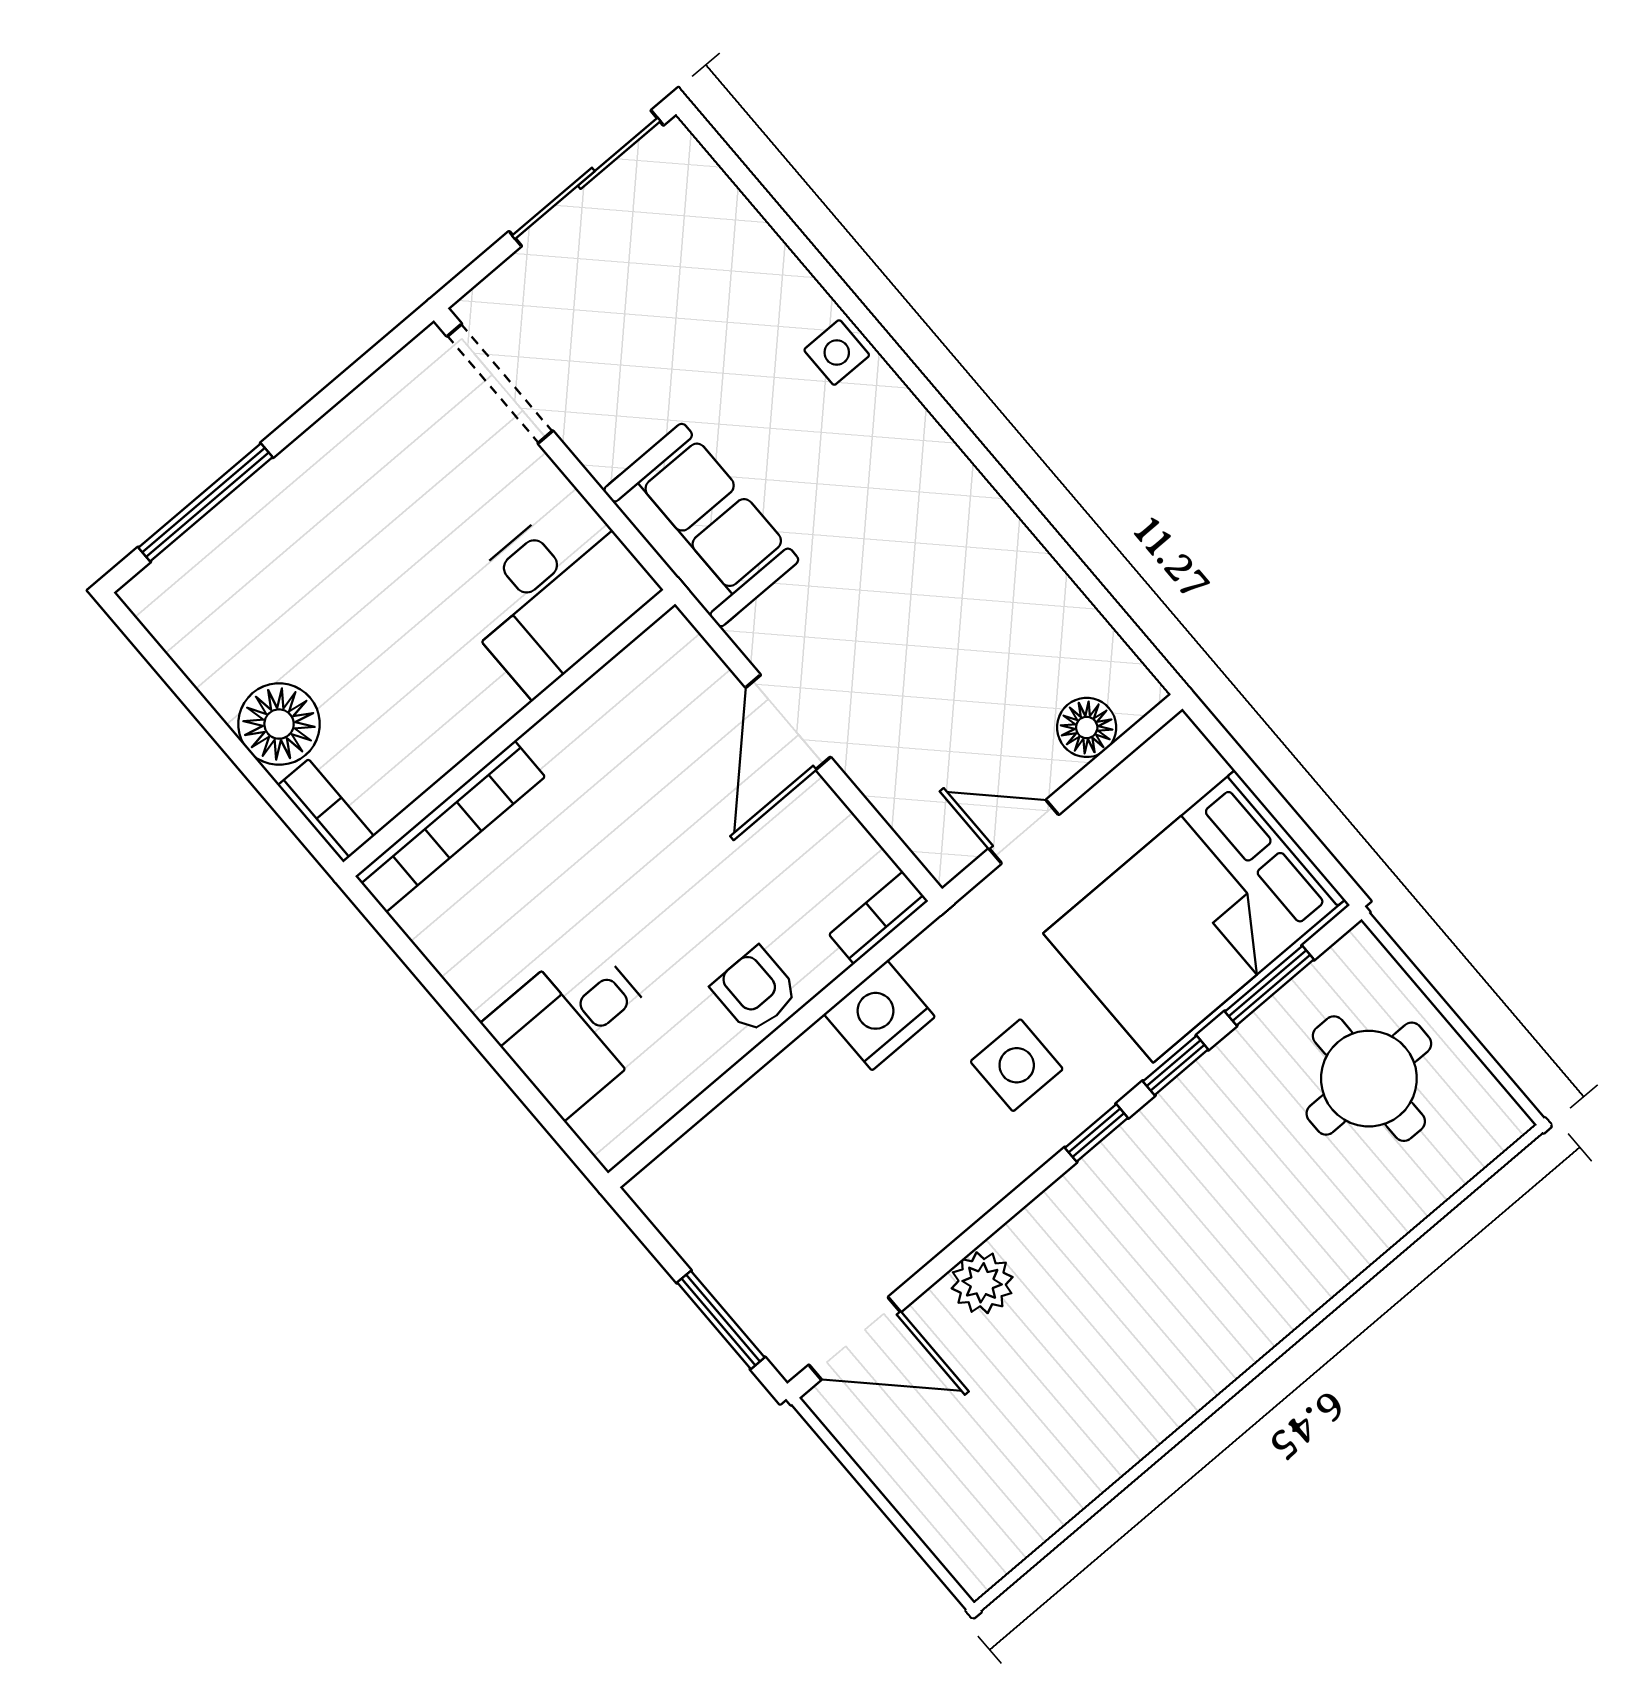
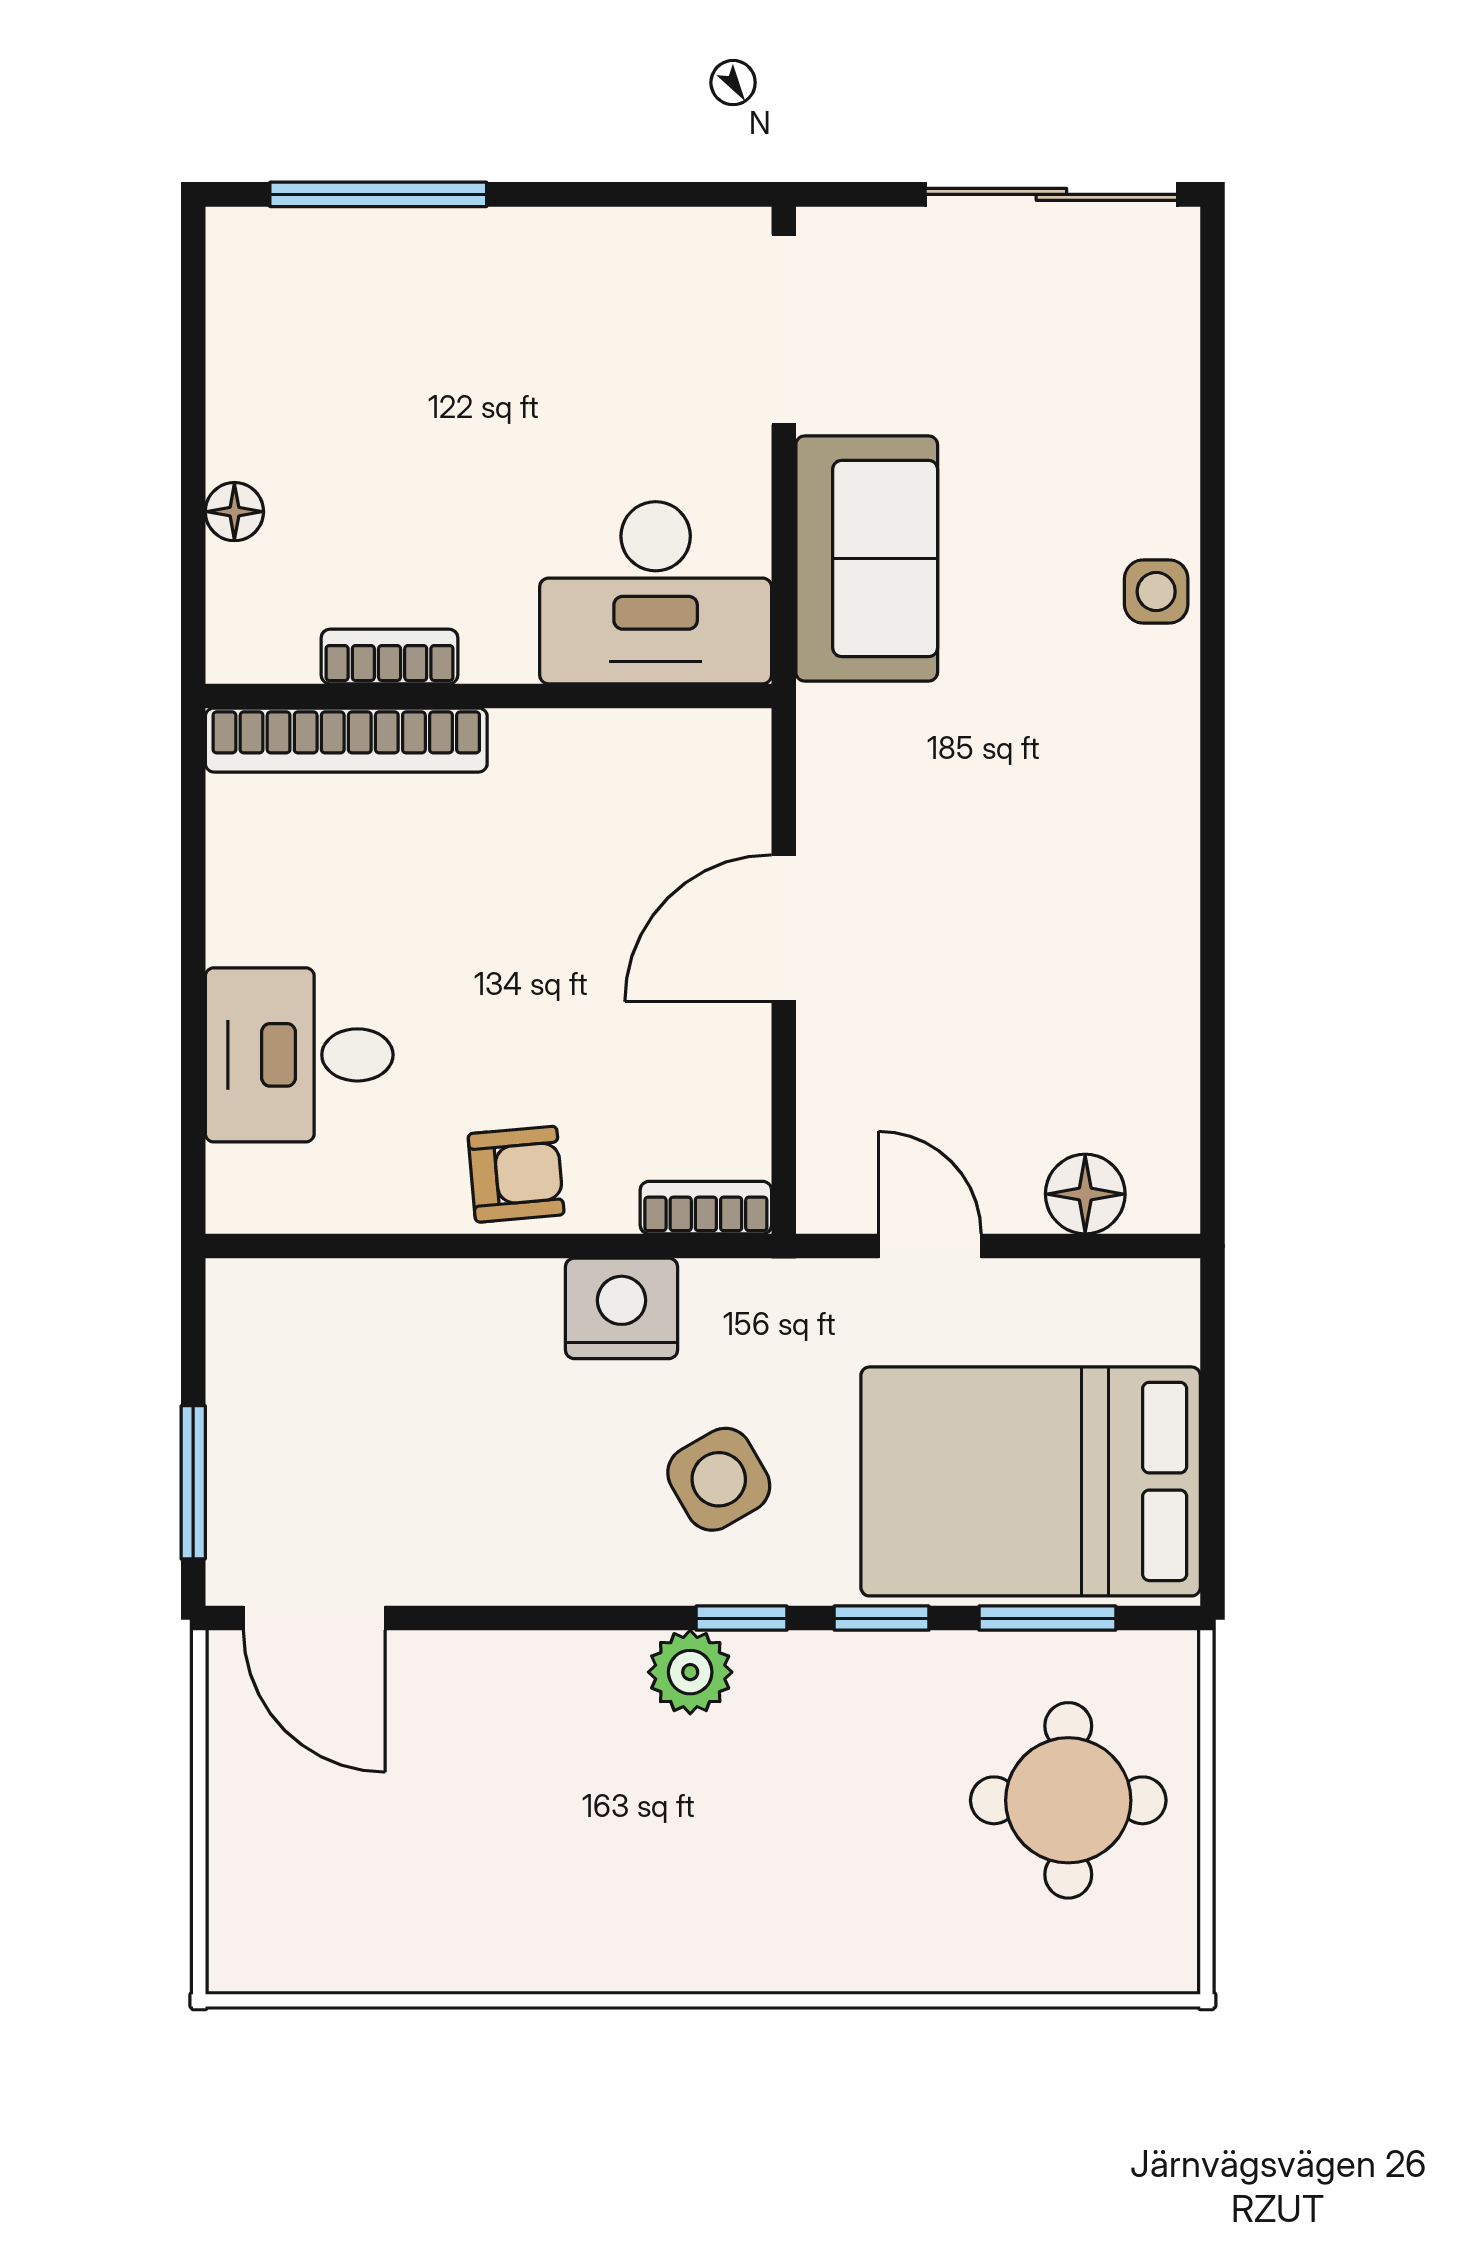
sofa: (701, 525) -> (867, 559), moved
floor lamp: (279, 724) -> (234, 512), width x0.53, depth x0.53
bookcase: (326, 811) -> (390, 656), moved, turned -90
armchair: (755, 990) -> (516, 1174), turned 85
side table: (1017, 1065) -> (719, 1479), turned -30
plant: (982, 1283) -> (690, 1672), moved

